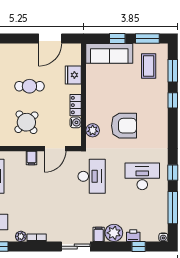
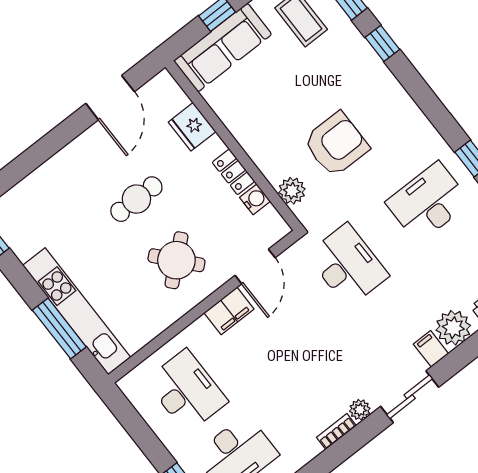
filing cabinet: (31, 158) -> (229, 311), width x2.00
plant: (21, 236) -> (360, 410), moved

